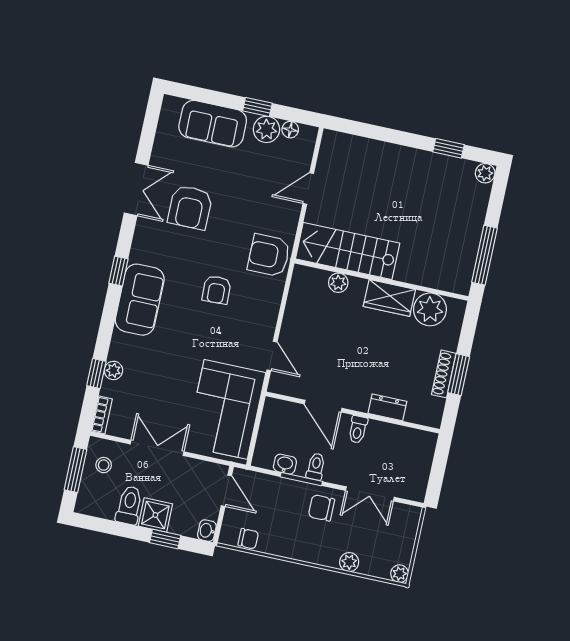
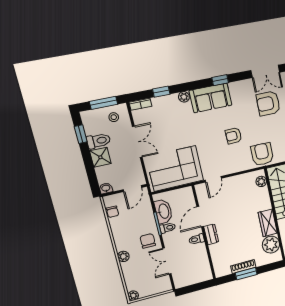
plant: (338, 283) -> (261, 181), moved
plant: (113, 370) -> (184, 97), moved
dresser: (387, 407) -> (211, 234), moved
washbasin: (285, 464) -> (163, 211), width x1.91, depth x1.45
window: (165, 539) -> (81, 134), moved
plant: (349, 562) -> (123, 256), moved

